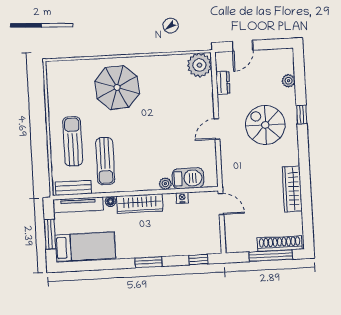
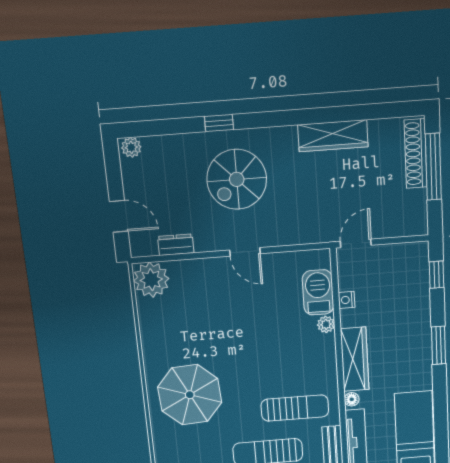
plant: (289, 81) -> (131, 147), moved

